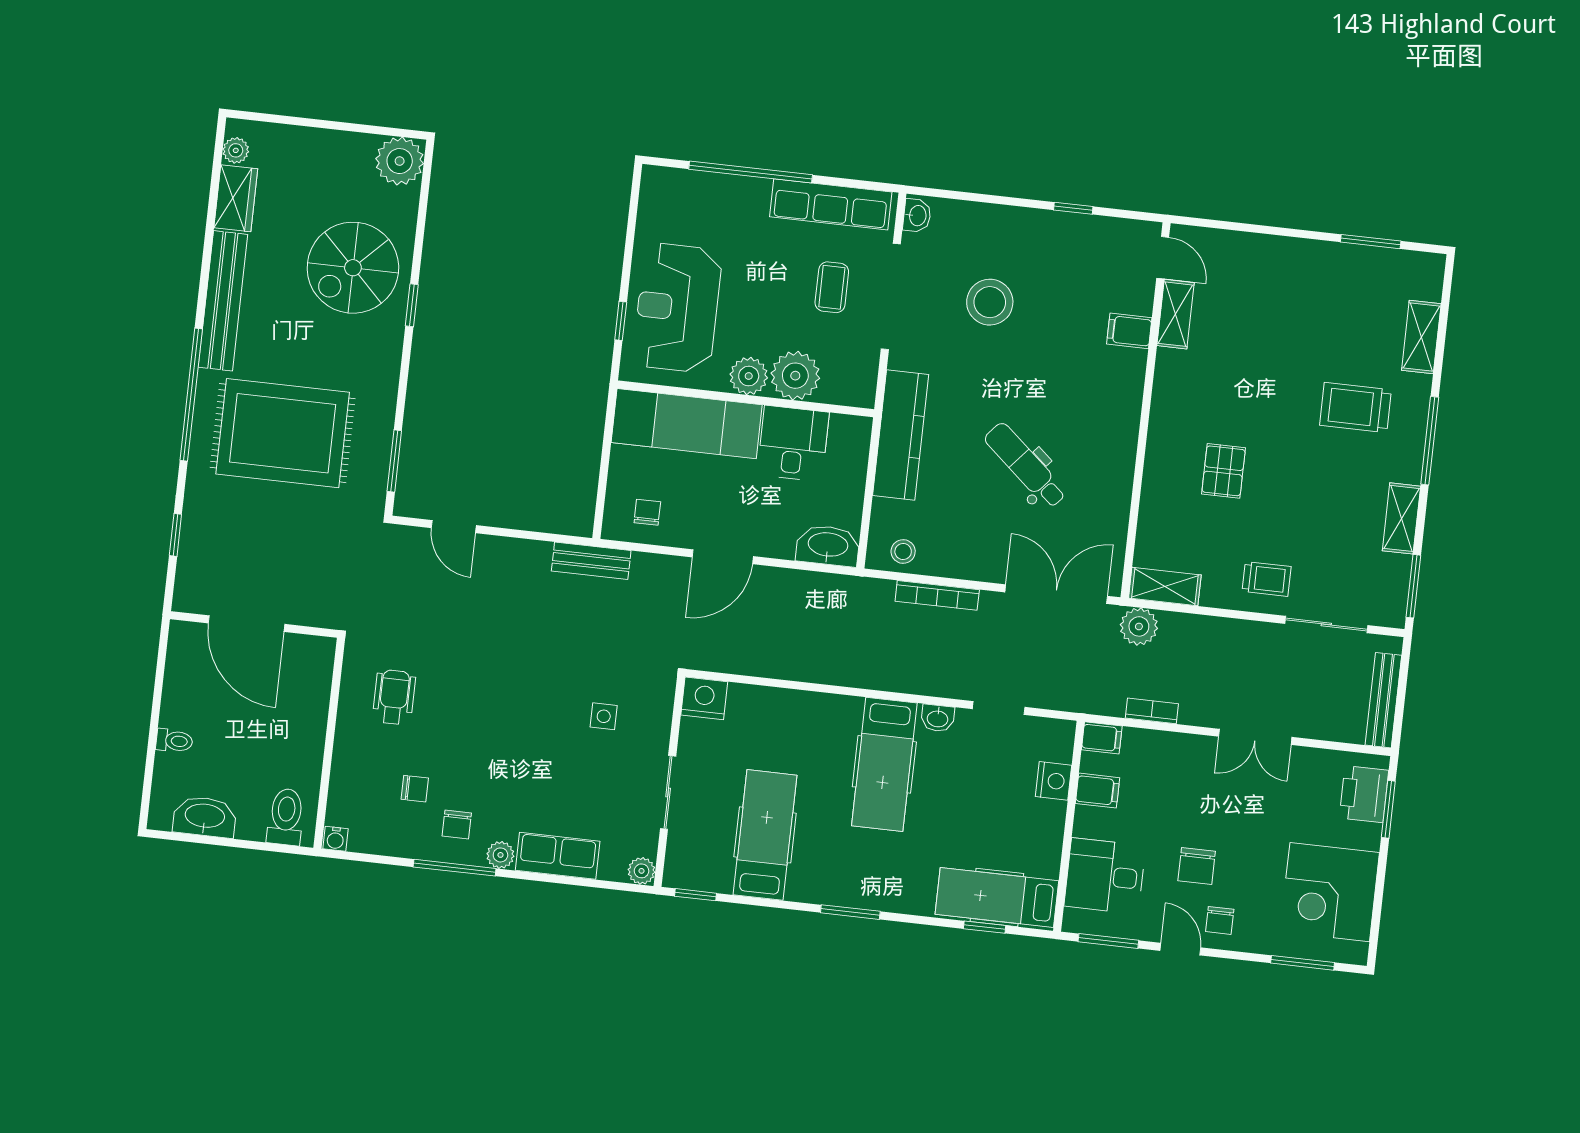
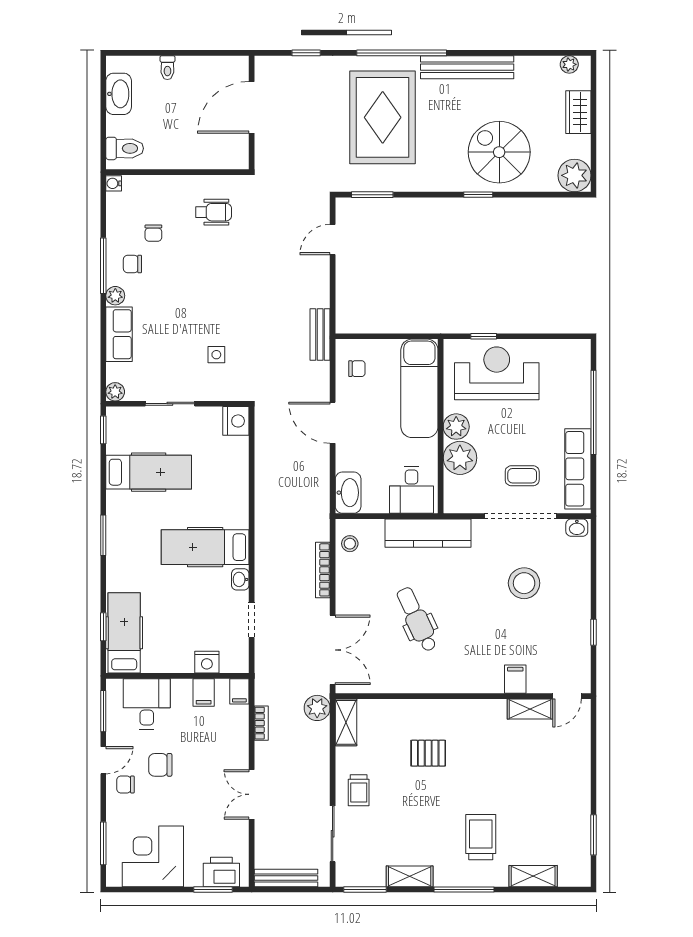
wardrobe: (236, 198) -> (578, 112), moved, turned 90
desk: (793, 443) -> (412, 490), moved, turned 90
dental chair: (1025, 465) -> (417, 620), turned -66

